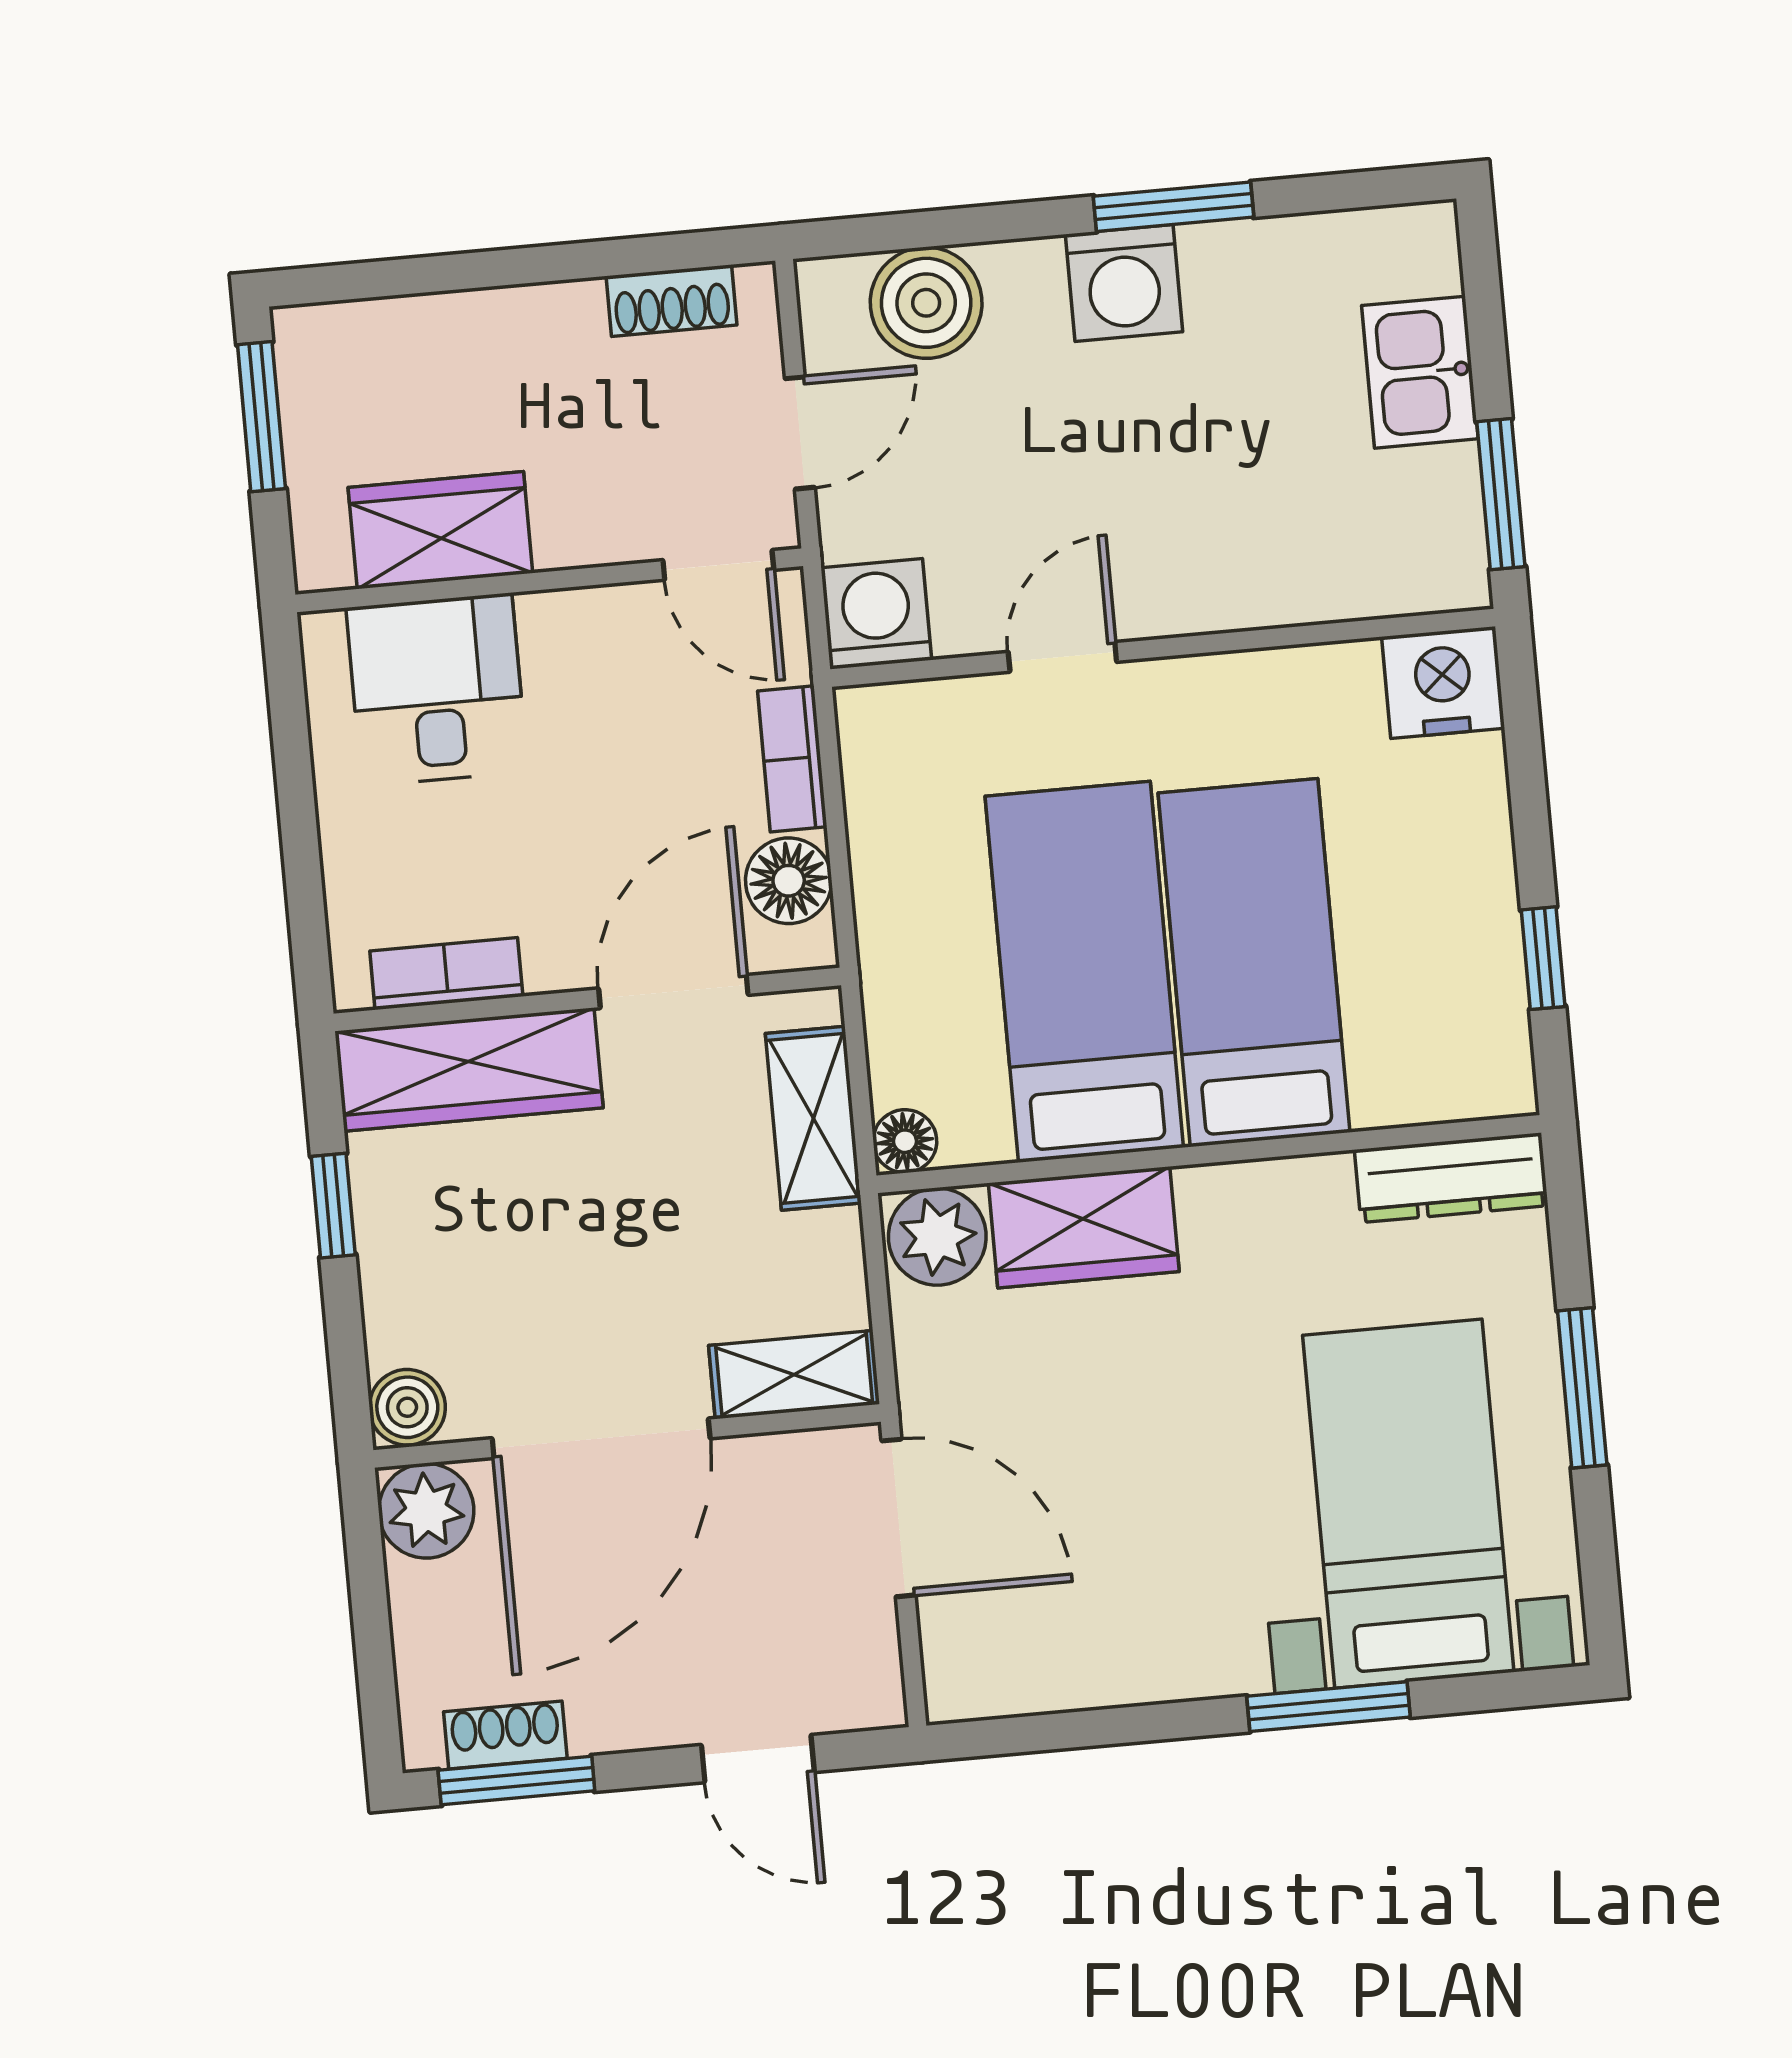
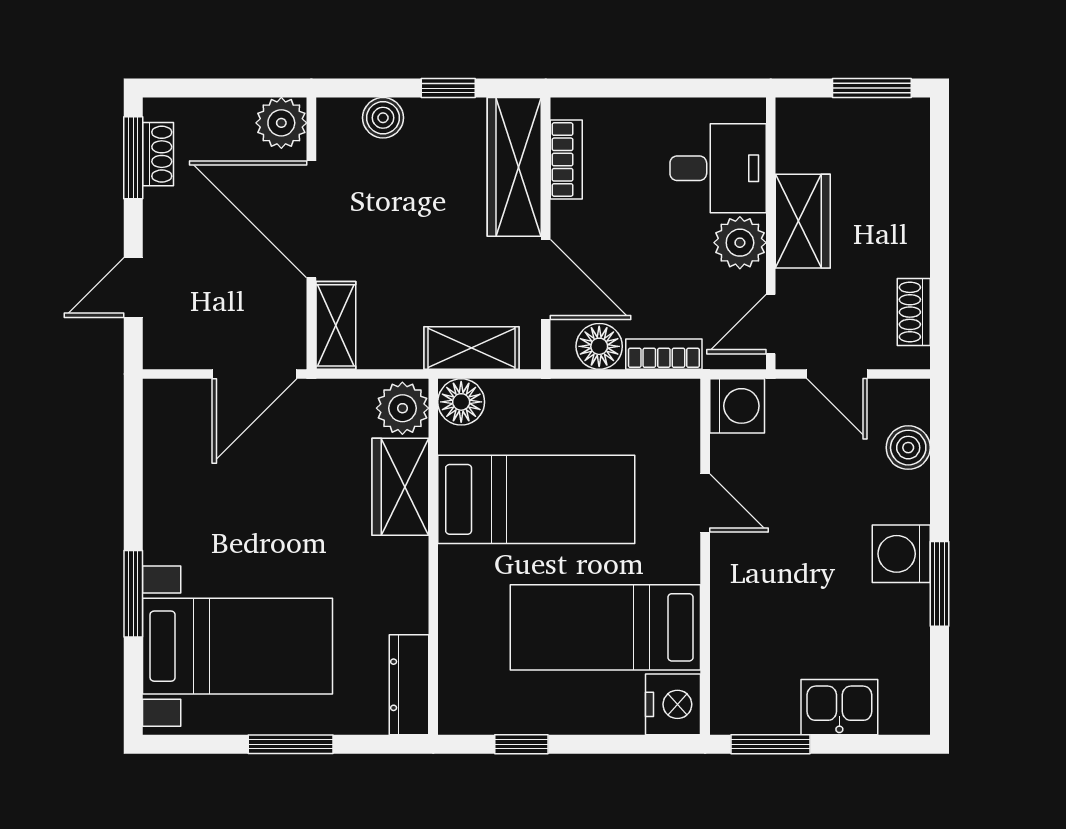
boiler: (926, 303) -> (908, 448), width x0.73, depth x0.73
wardrobe: (440, 530) -> (803, 221), moved
plant: (572, 636) -> (740, 243), added
bed: (1254, 963) -> (605, 627), moved, turned 180
floor lamp: (905, 1141) -> (461, 402), width x1.37, depth x1.37
boiler: (407, 1407) -> (383, 118), moved

